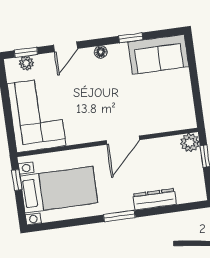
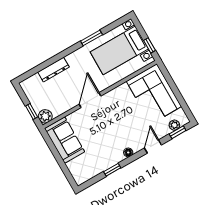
sofa: (158, 54) -> (65, 140), moved, turned 90
window: (119, 216) -> (92, 38), moved

